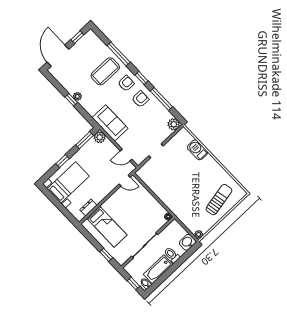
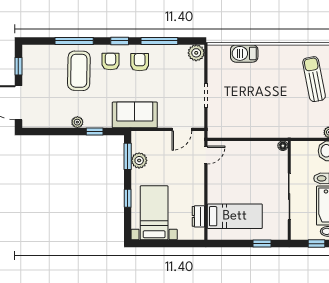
window: (71, 100) -> (95, 131), moved
plant: (100, 137) -> (139, 160), moved

